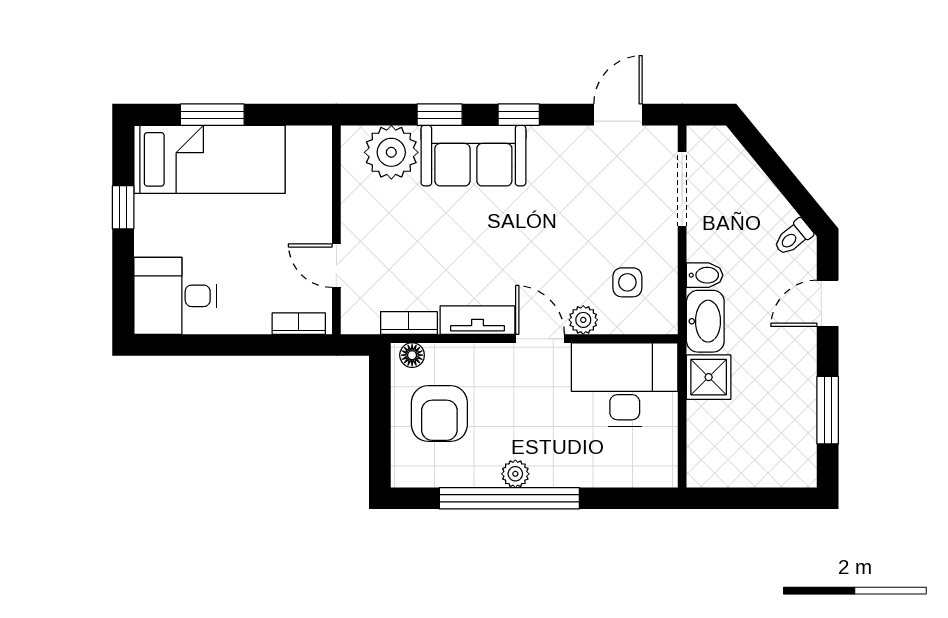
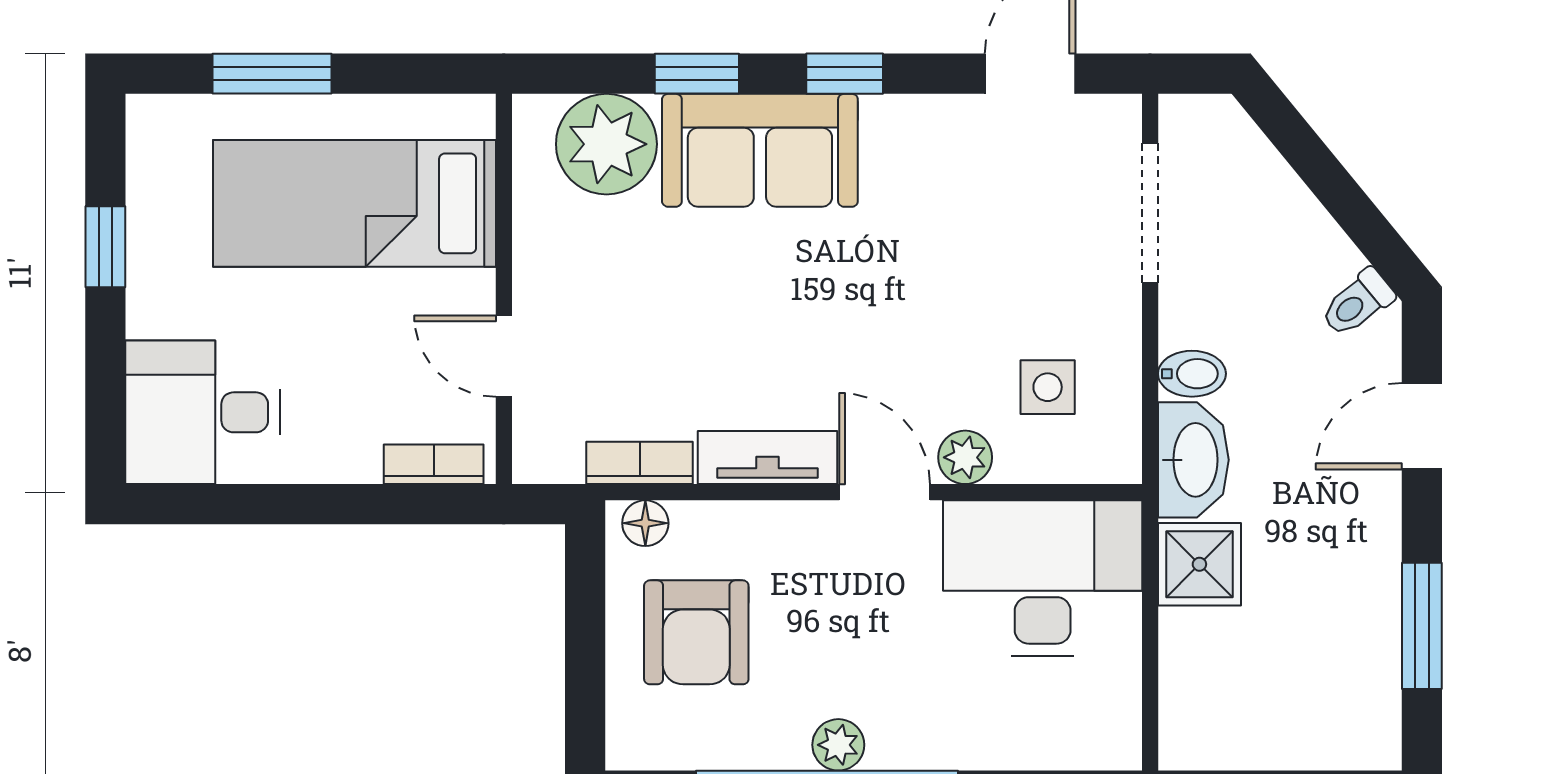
bed: (209, 159) -> (354, 203), moved, turned 180

